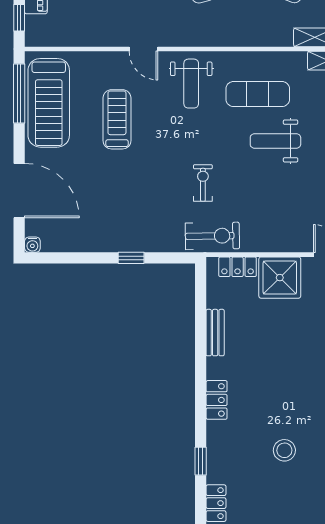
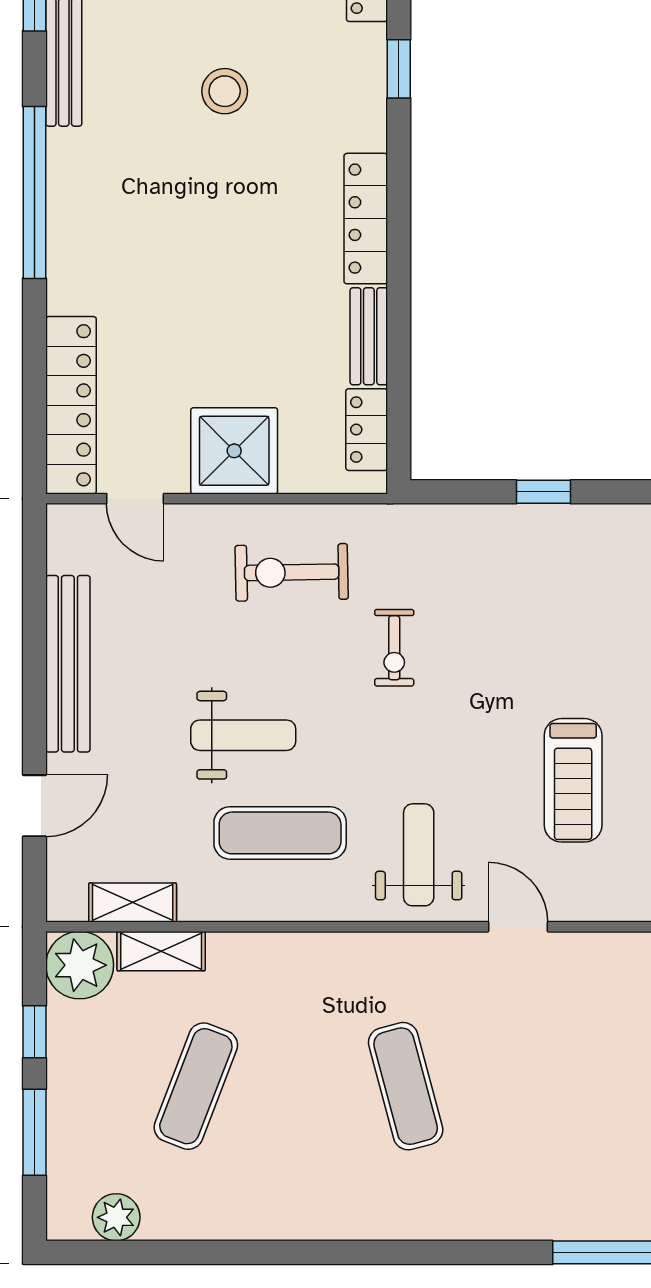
exercise bike: (212, 236) -> (292, 572), moved
locker: (238, 267) -> (367, 430), moved, turned -90
locker: (217, 400) -> (366, 219), width x1.53

